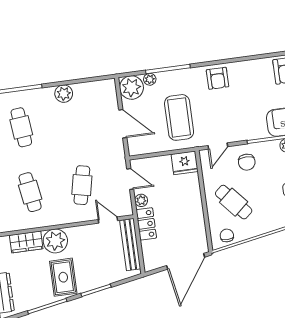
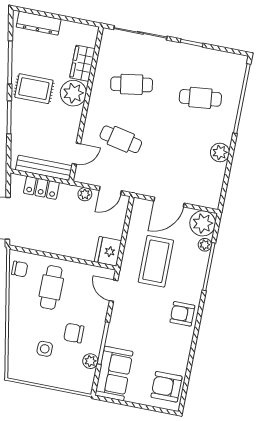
coffee table: (179, 117) -> (156, 261), turned 90
chair: (247, 162) -> (74, 333), moved
cafe table: (234, 202) -> (51, 287), turned -49
locker: (146, 224) -> (41, 188), moved

